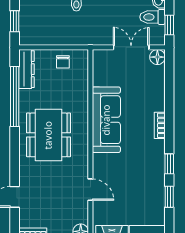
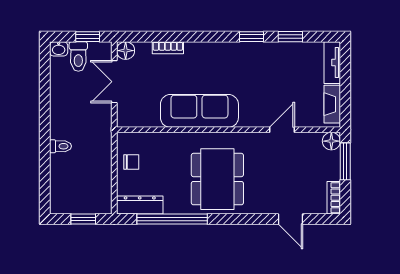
bookcase: (160, 125) -> (168, 48), moved
dining table: (48, 135) -> (217, 179), turned 90

